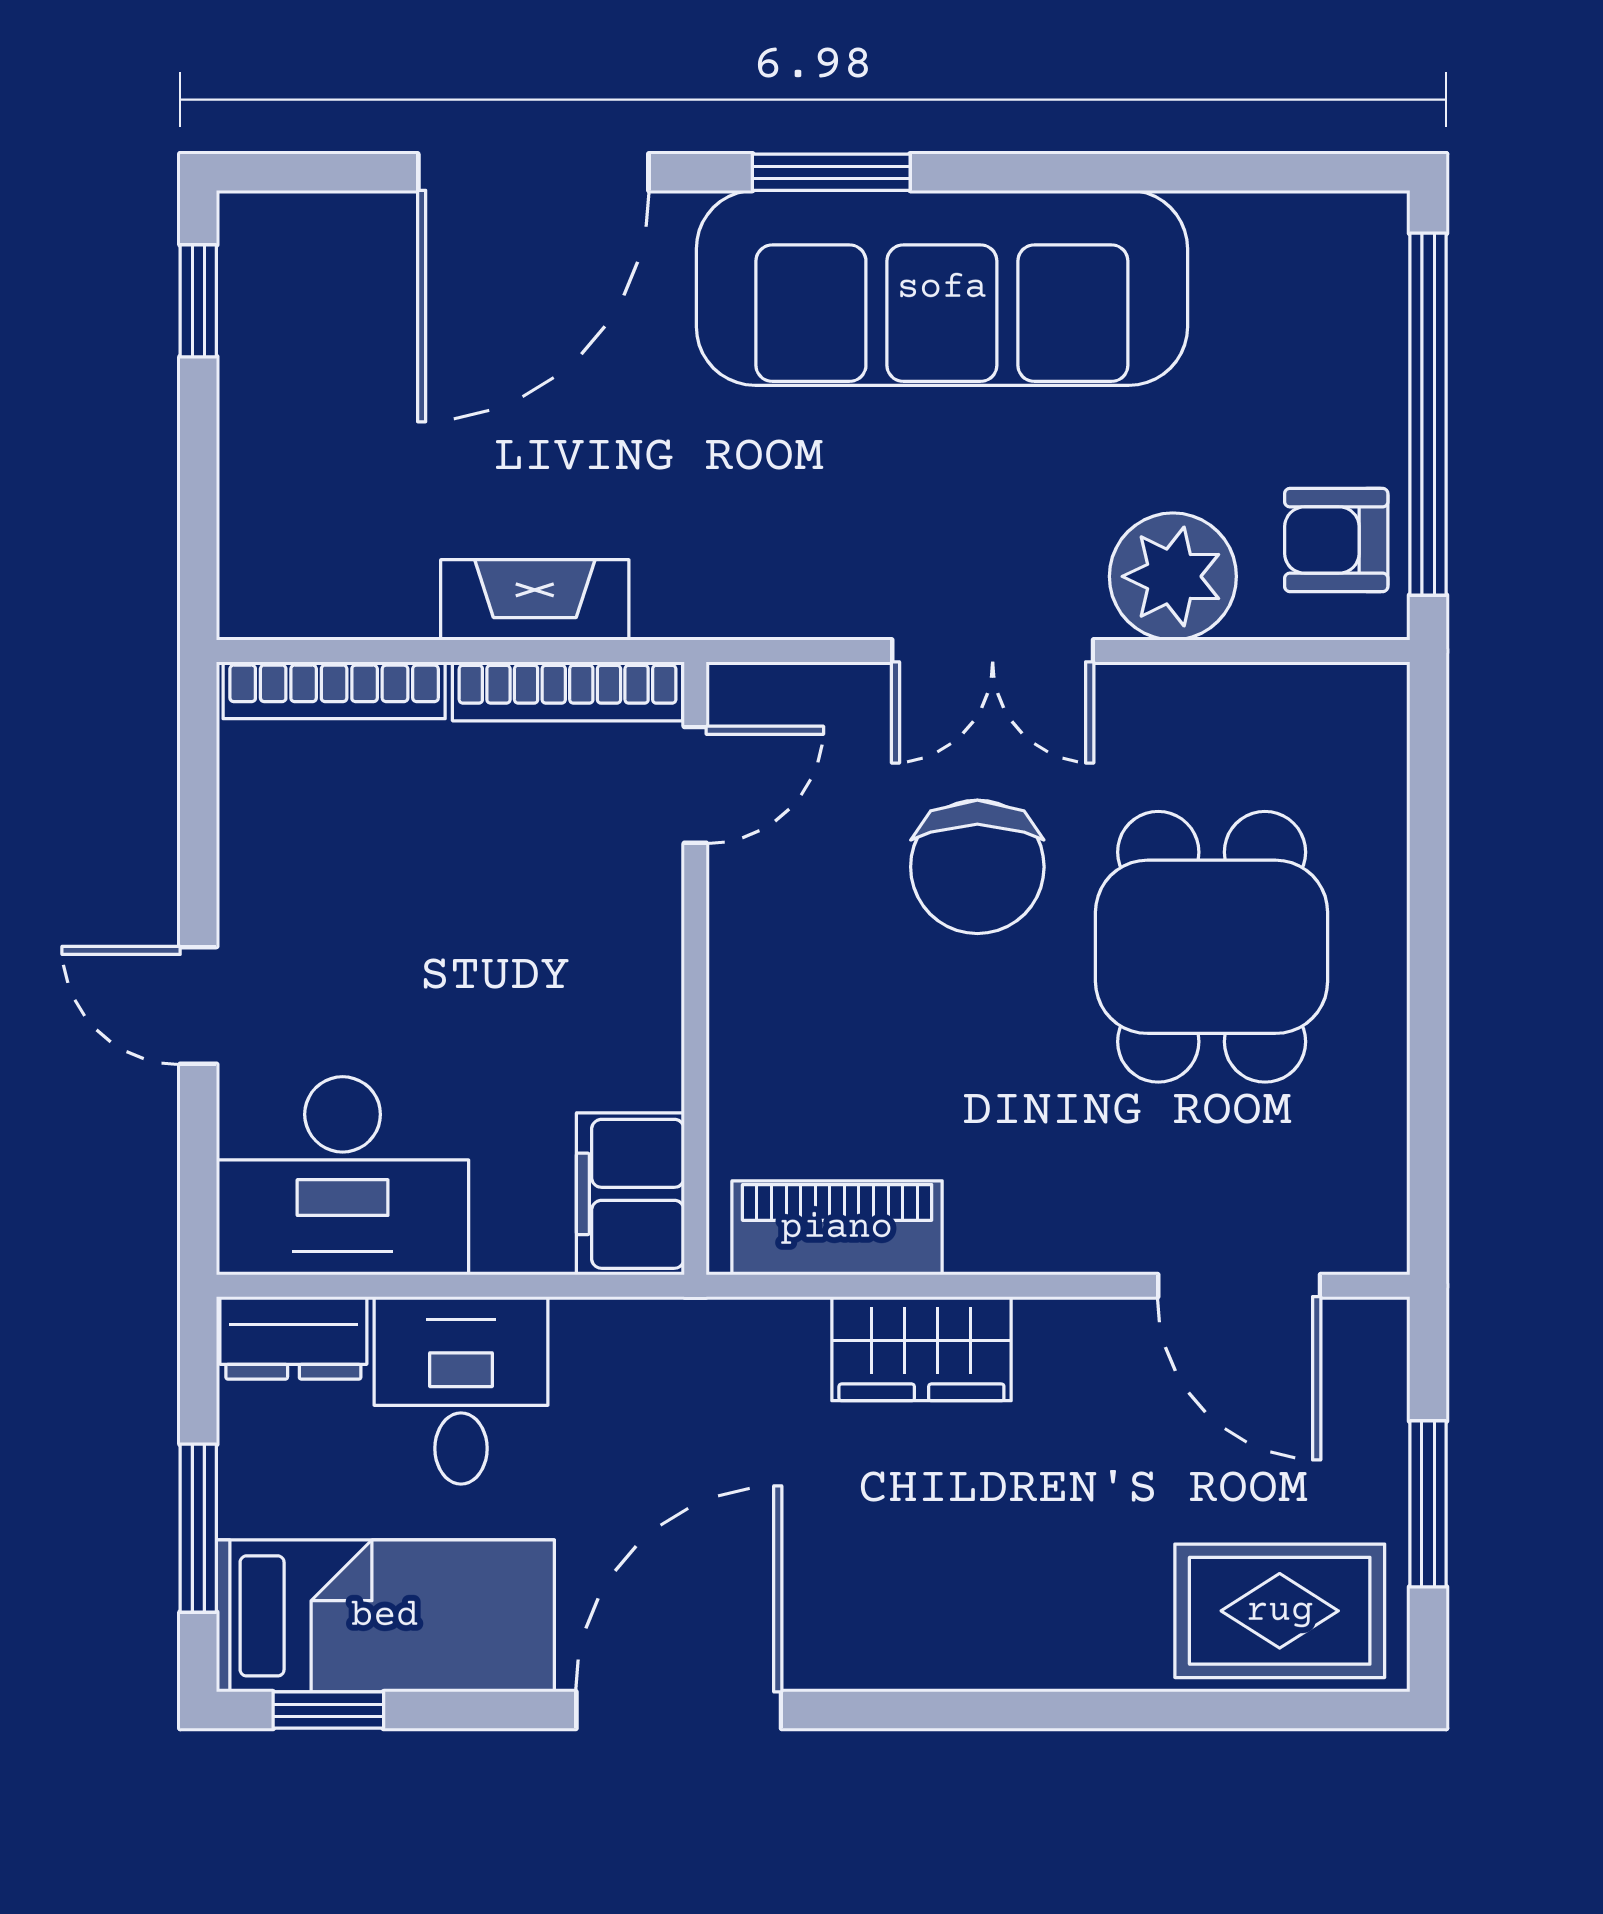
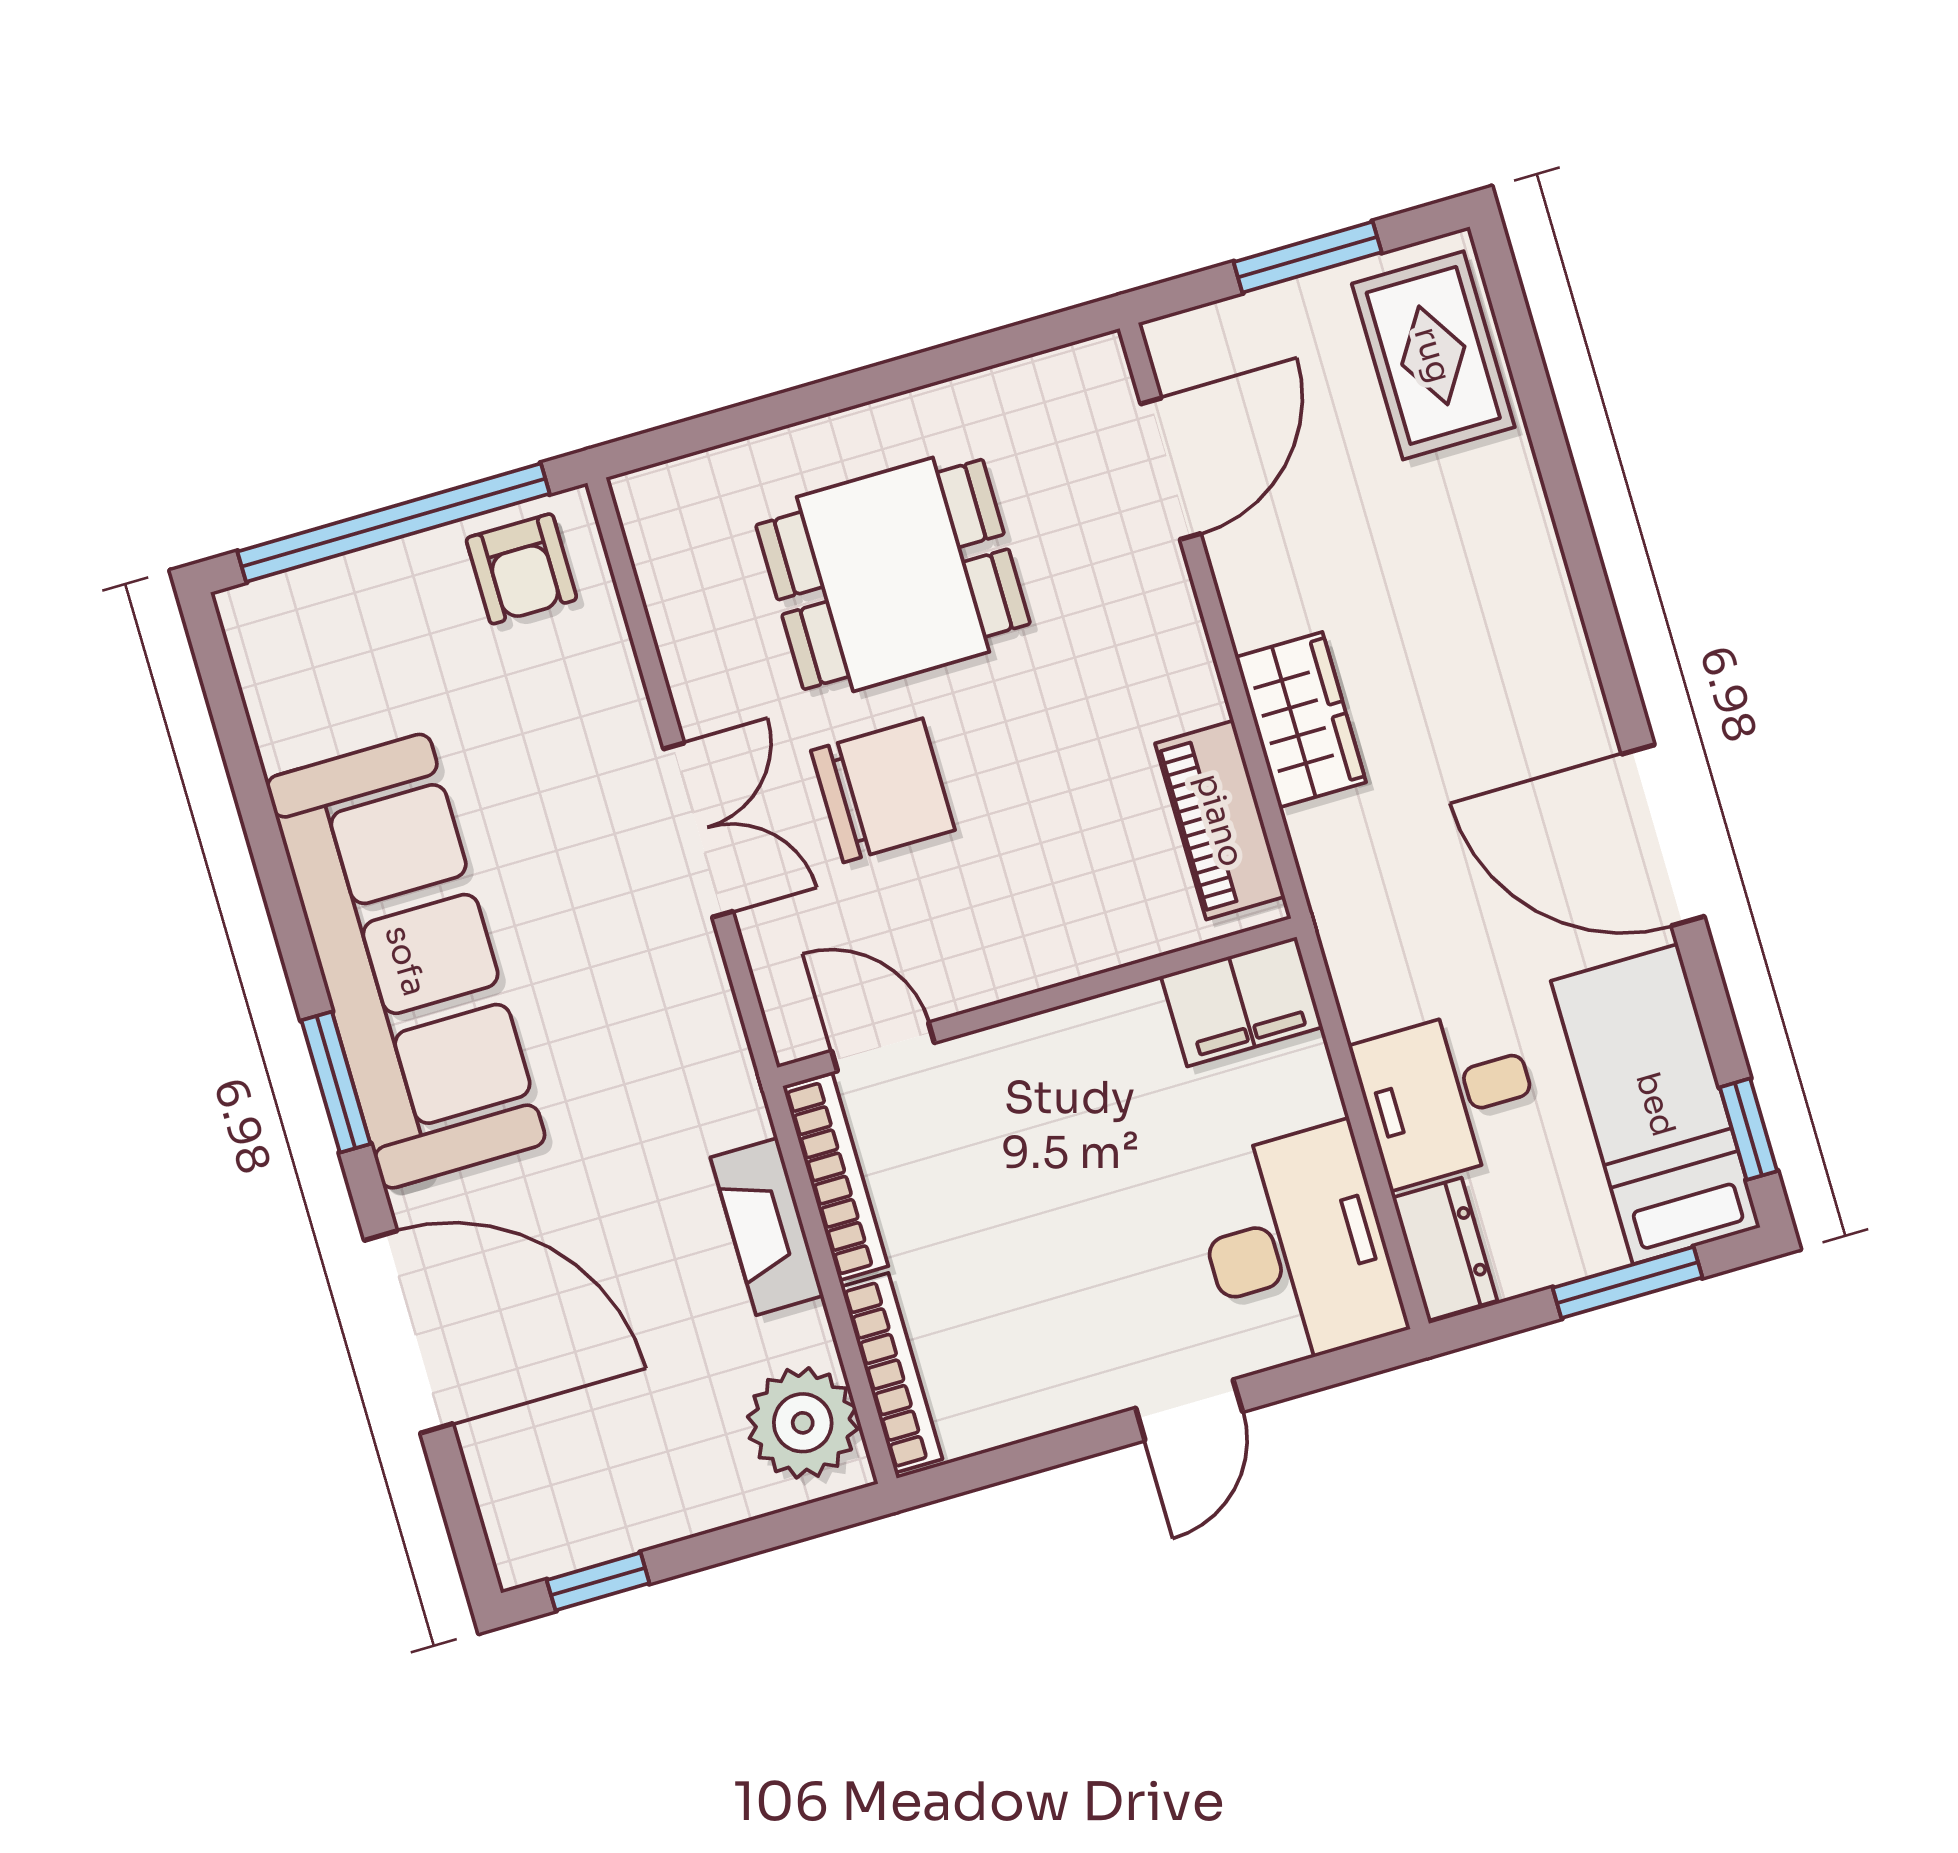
plant: (1173, 576) -> (803, 1423), moved

